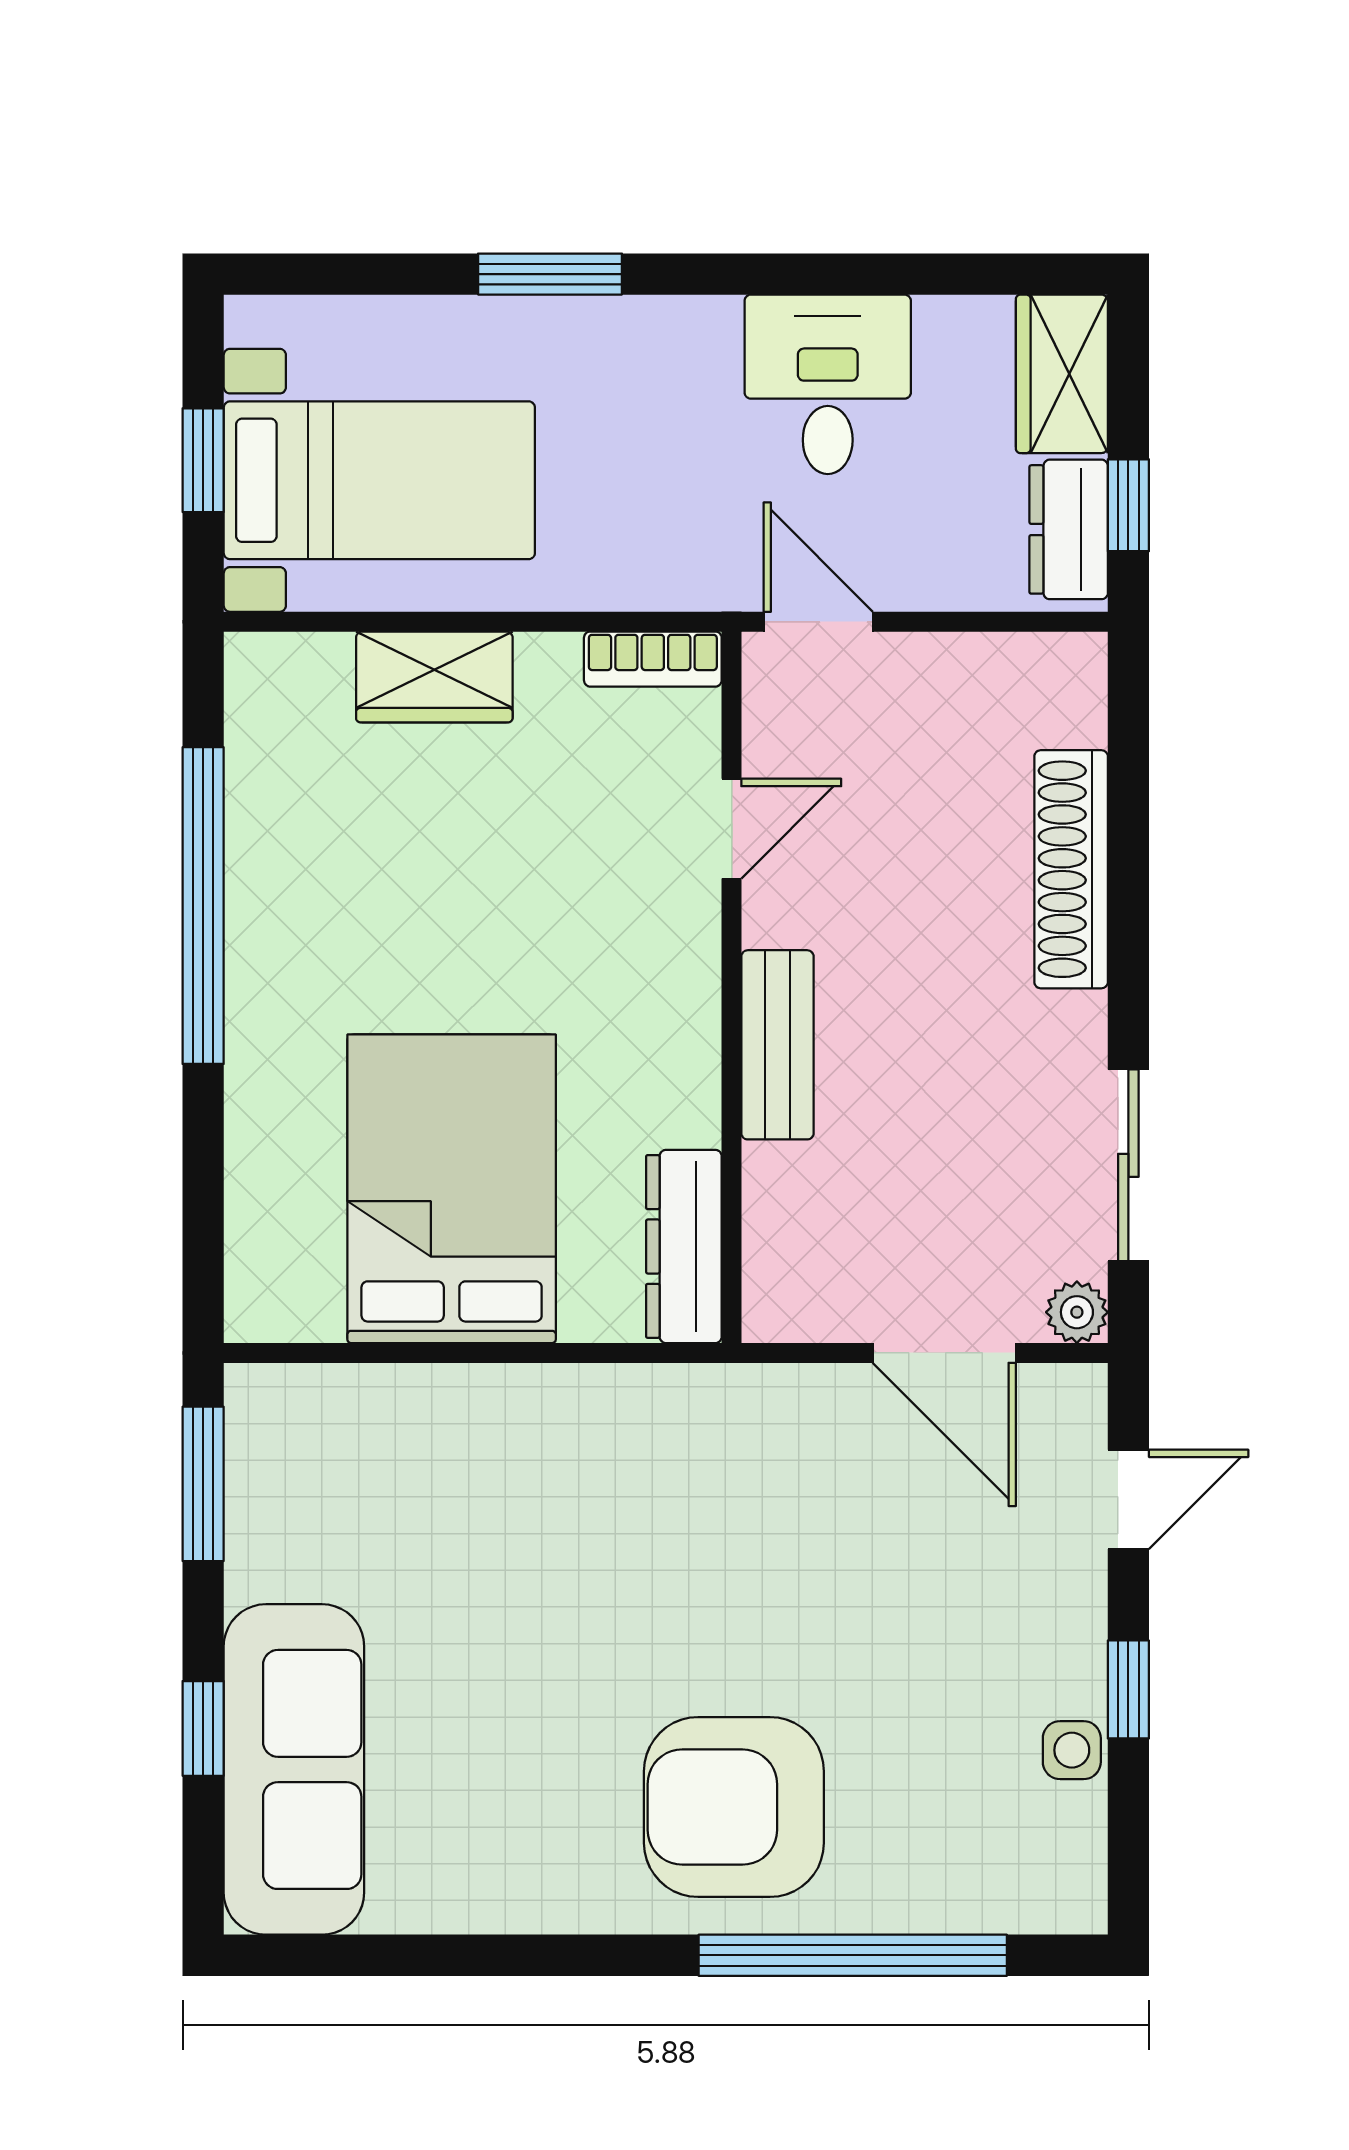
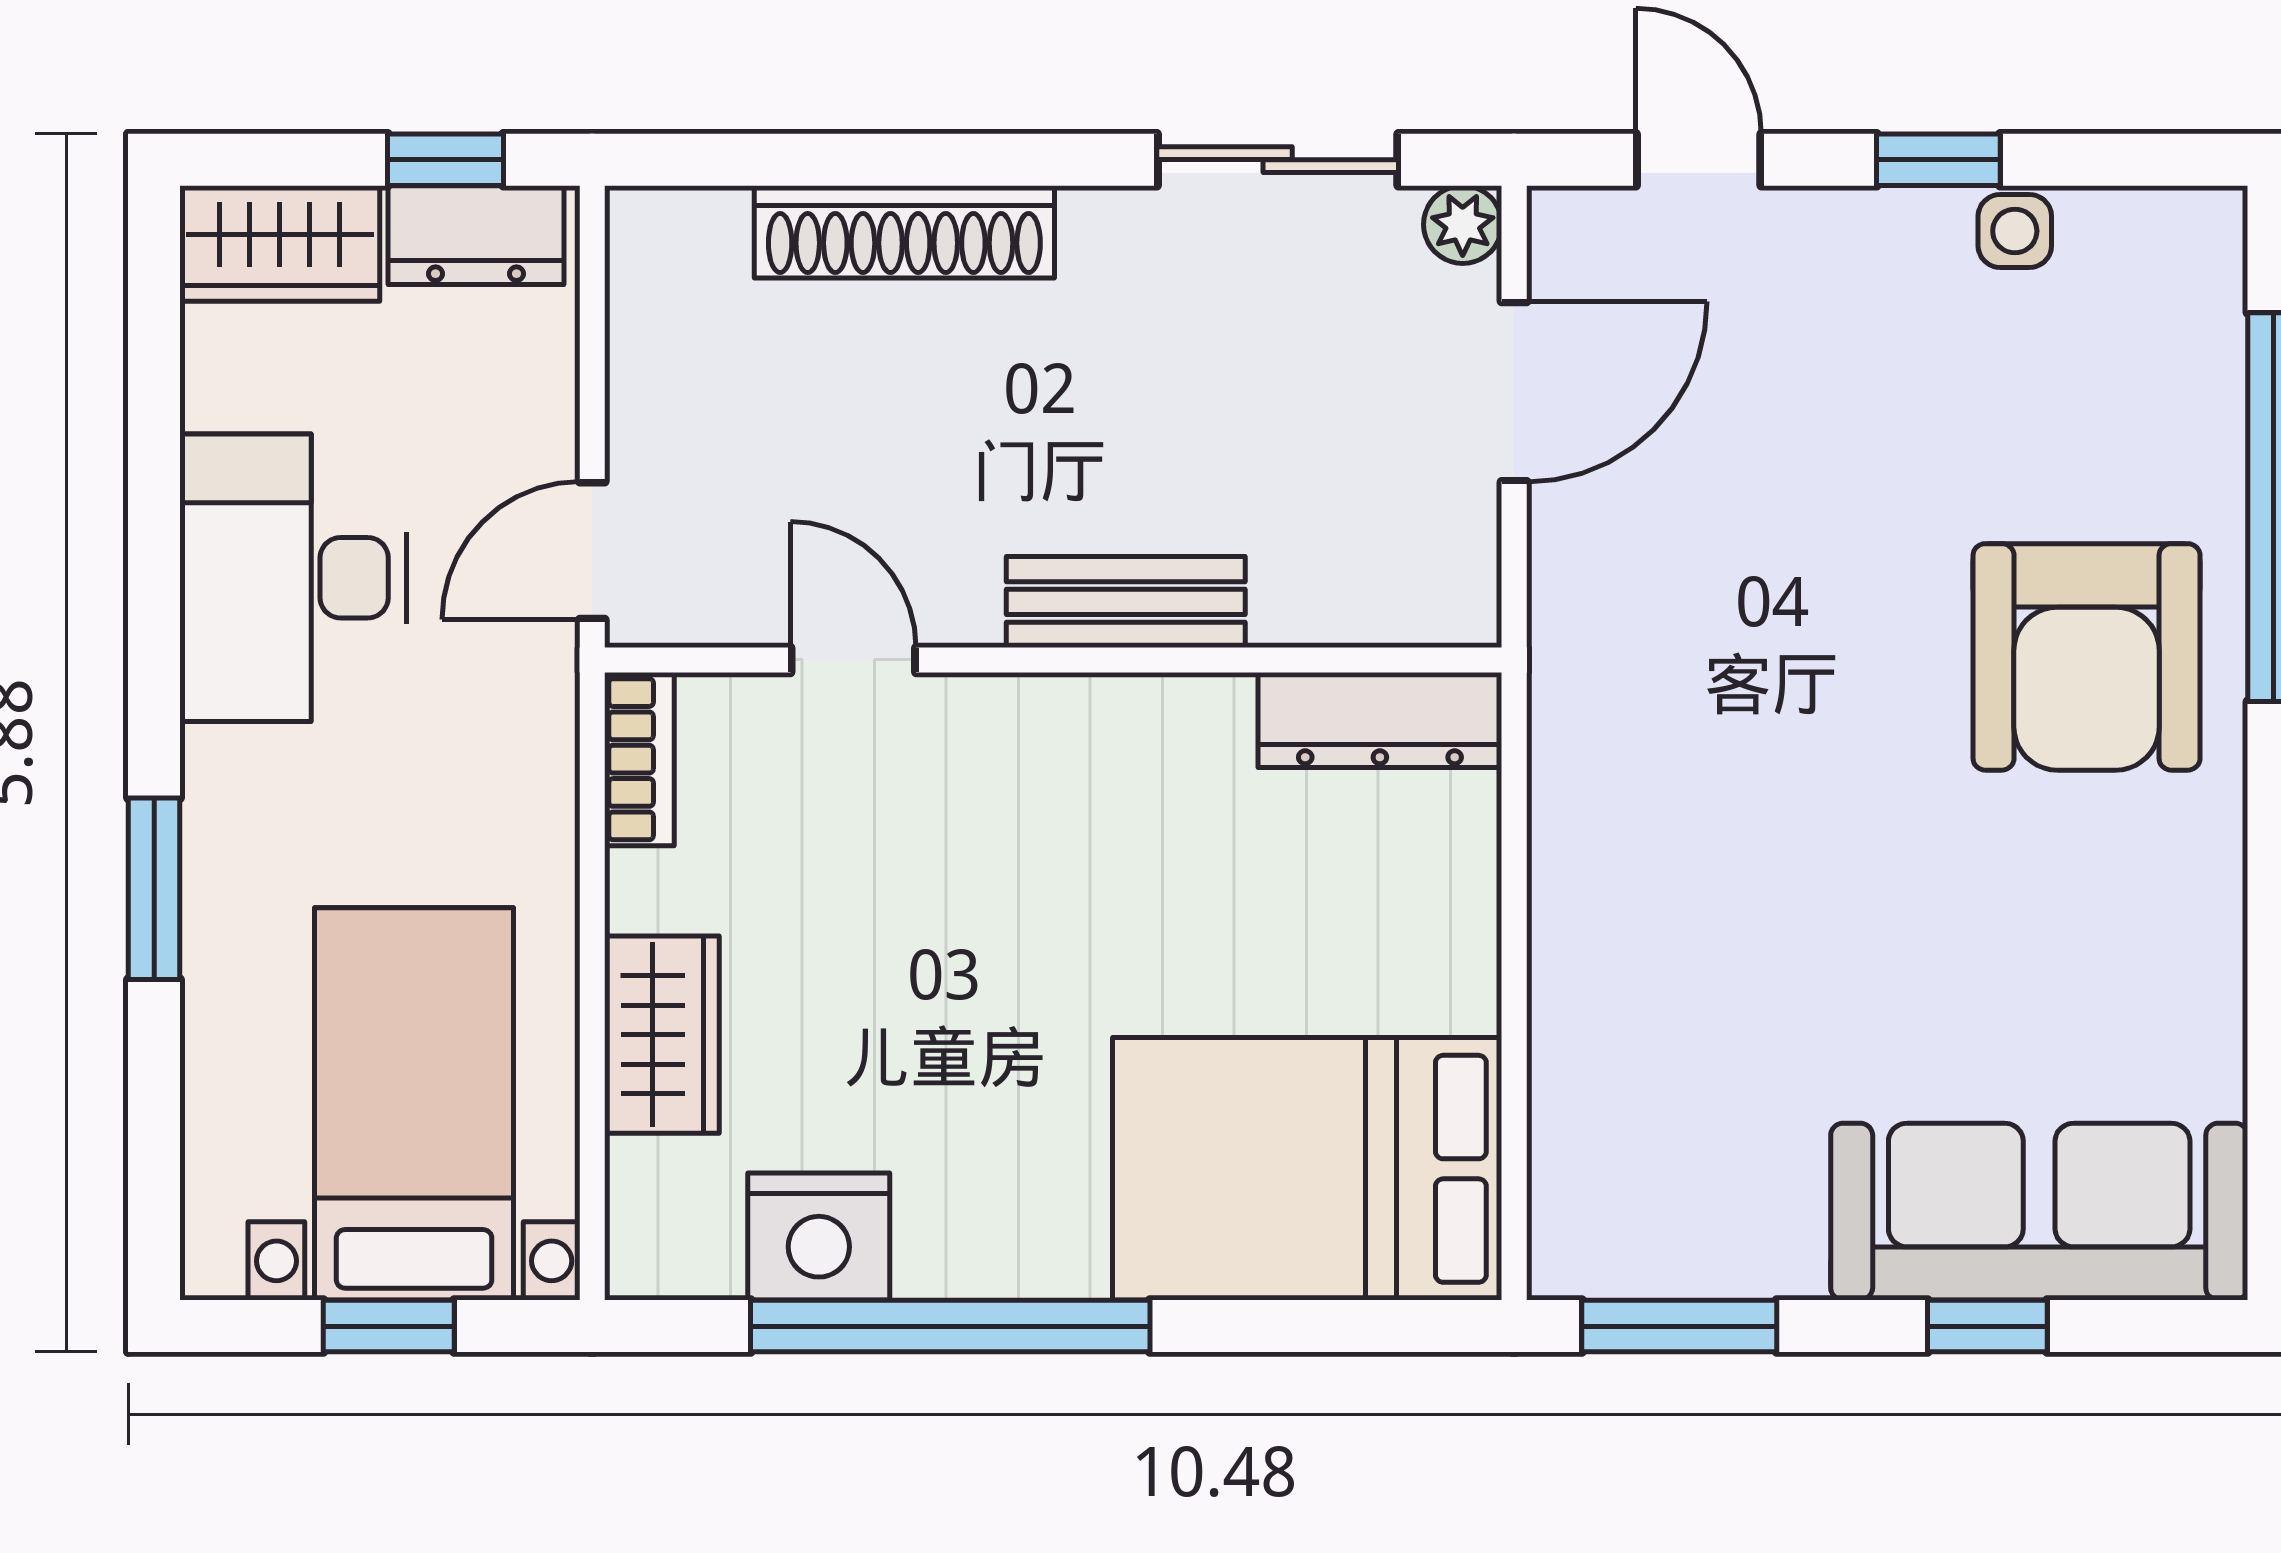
desk: (828, 384) -> (293, 578), width x1.37
nightstand: (274, 801) -> (819, 1237), added
bed: (452, 1189) -> (1307, 1169), moved

